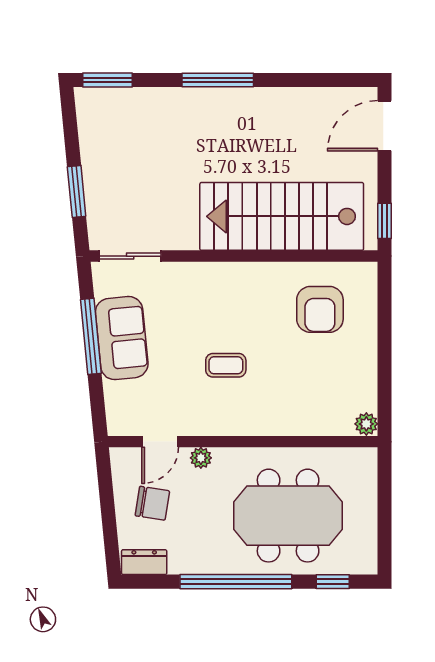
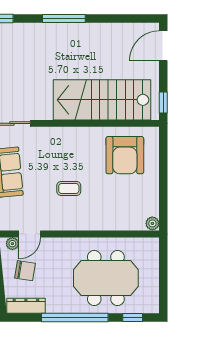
armchair: (320, 309) -> (125, 155), width x1.36, depth x1.36
plant: (201, 458) -> (12, 244), moved
dresser: (144, 562) -> (26, 306), width x1.44

